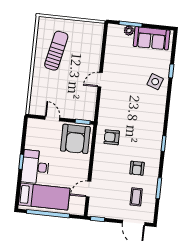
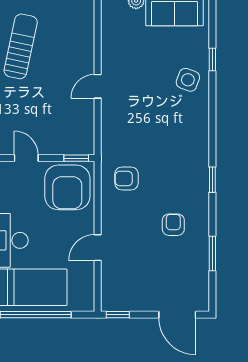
armchair: (137, 168) -> (173, 225), turned 180
door: (88, 189) -> (98, 248), moved
coffee table: (136, 197) -> (177, 272), removed

